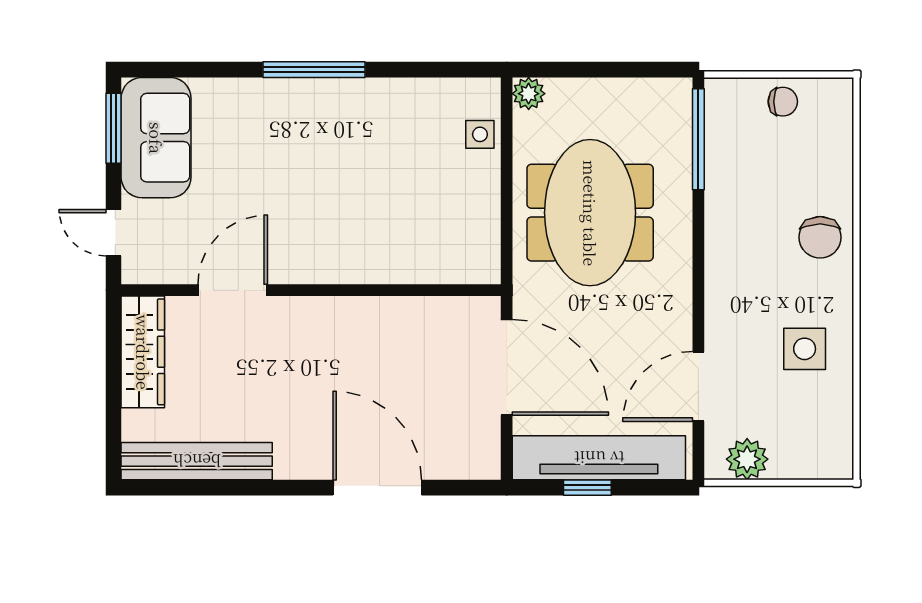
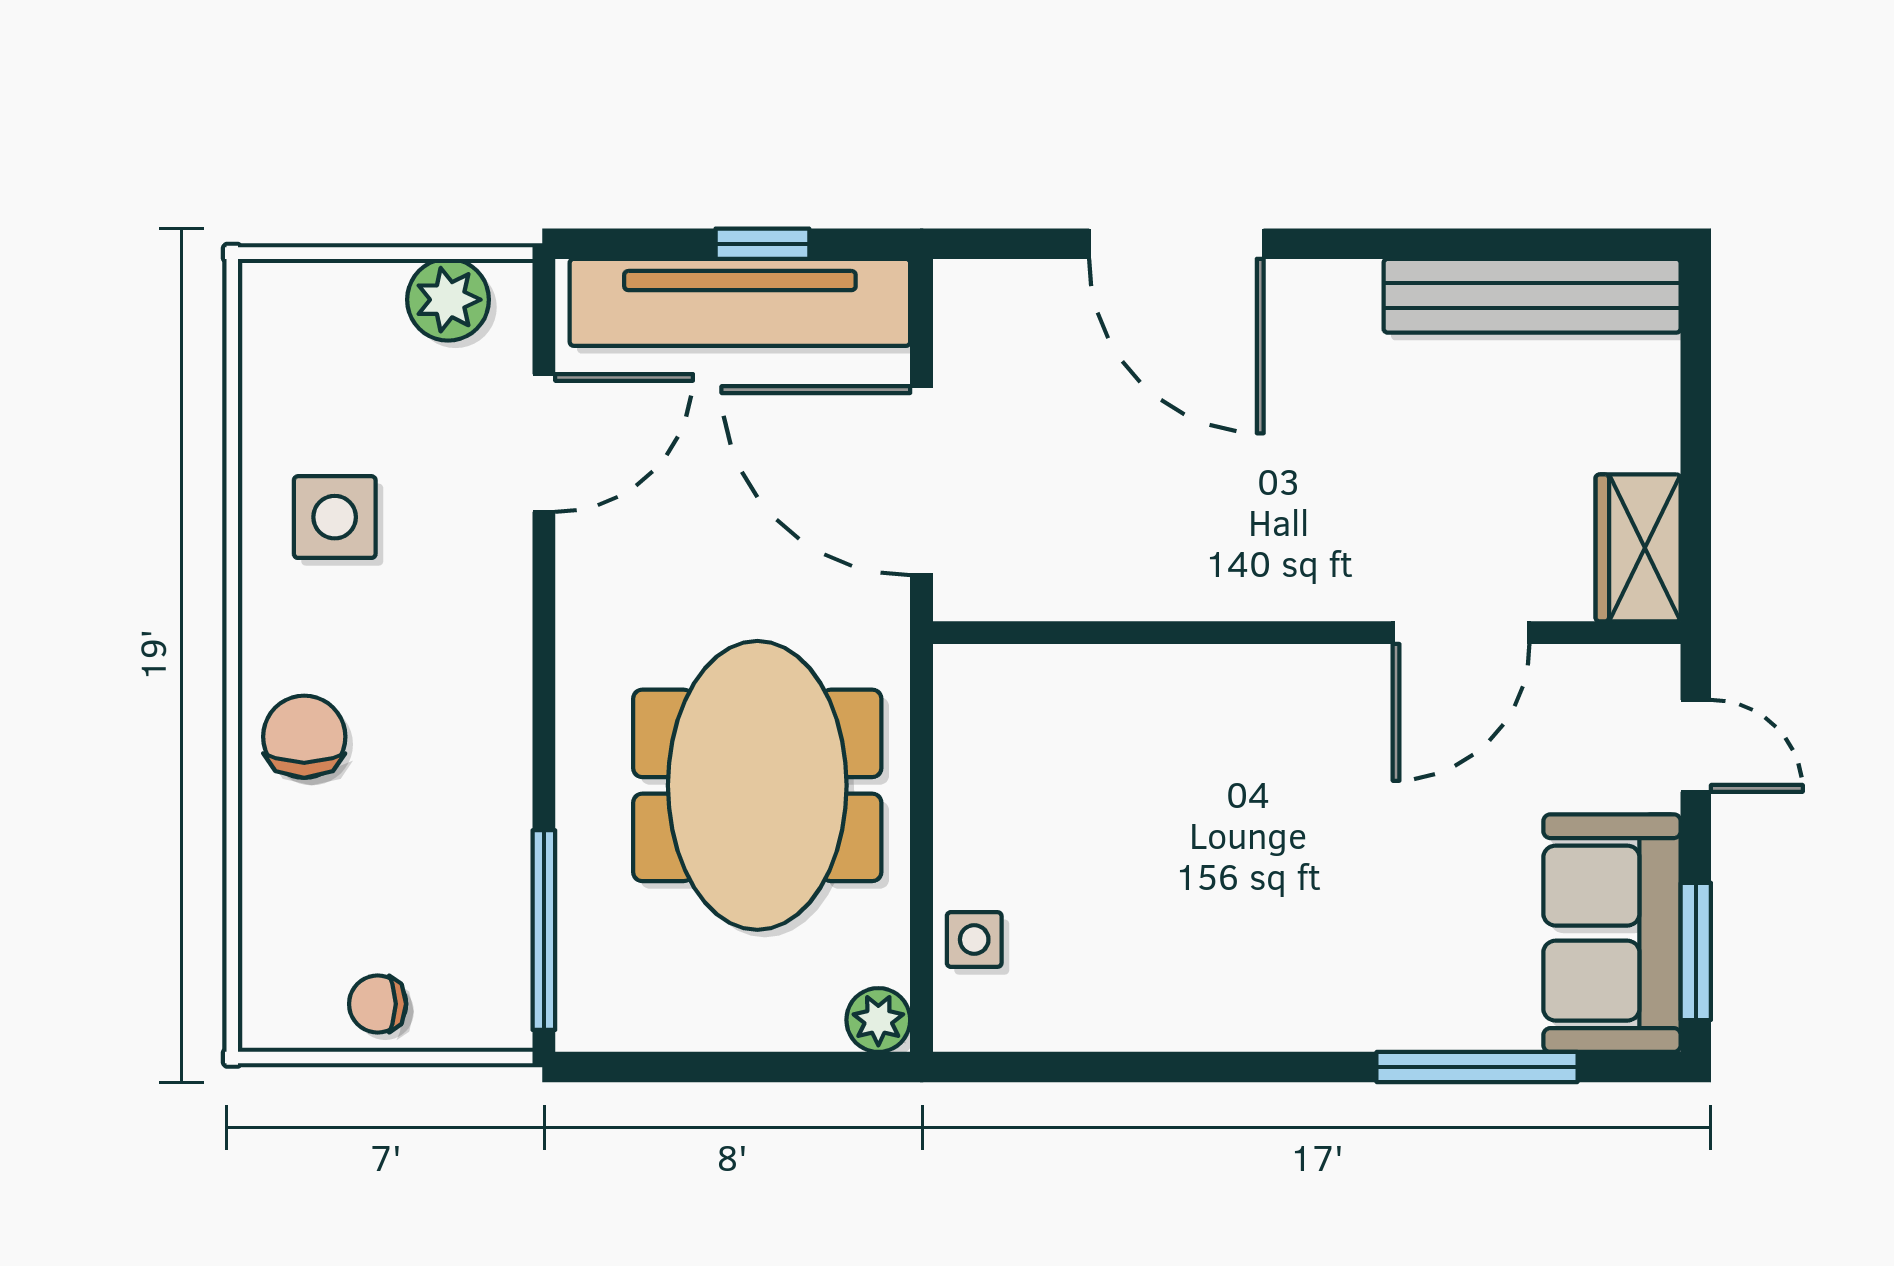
window: (314, 70) -> (1477, 1067), moved
wardrobe: (143, 352) -> (1638, 548), width x0.67

